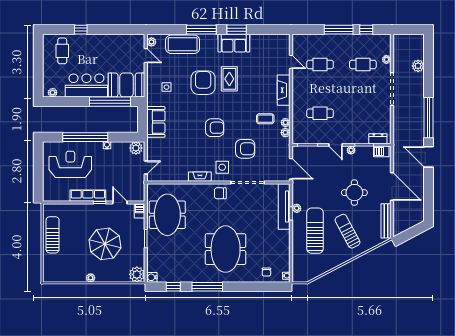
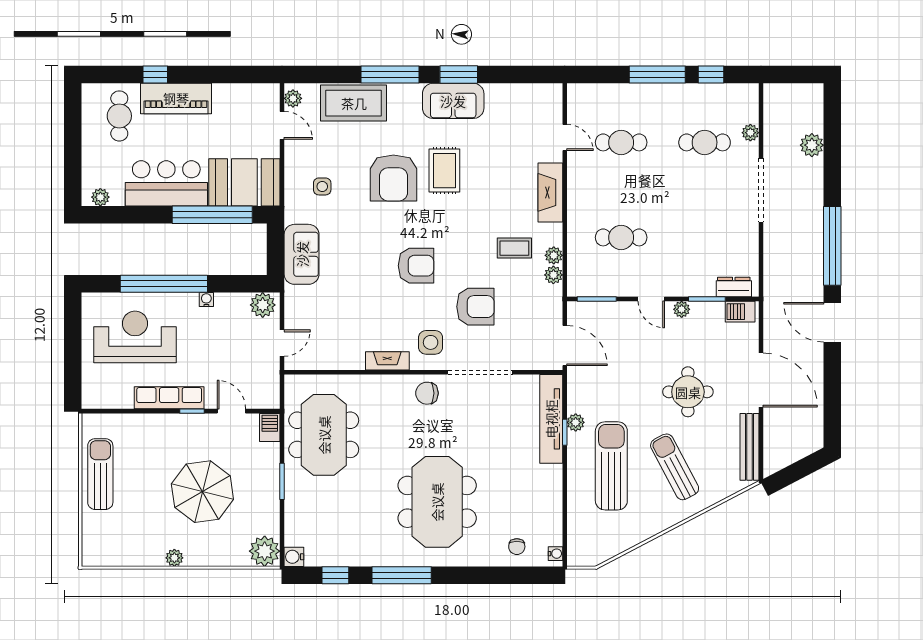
piano: (91, 42) -> (176, 98), added
armchair: (203, 83) -> (393, 178), turned 180

